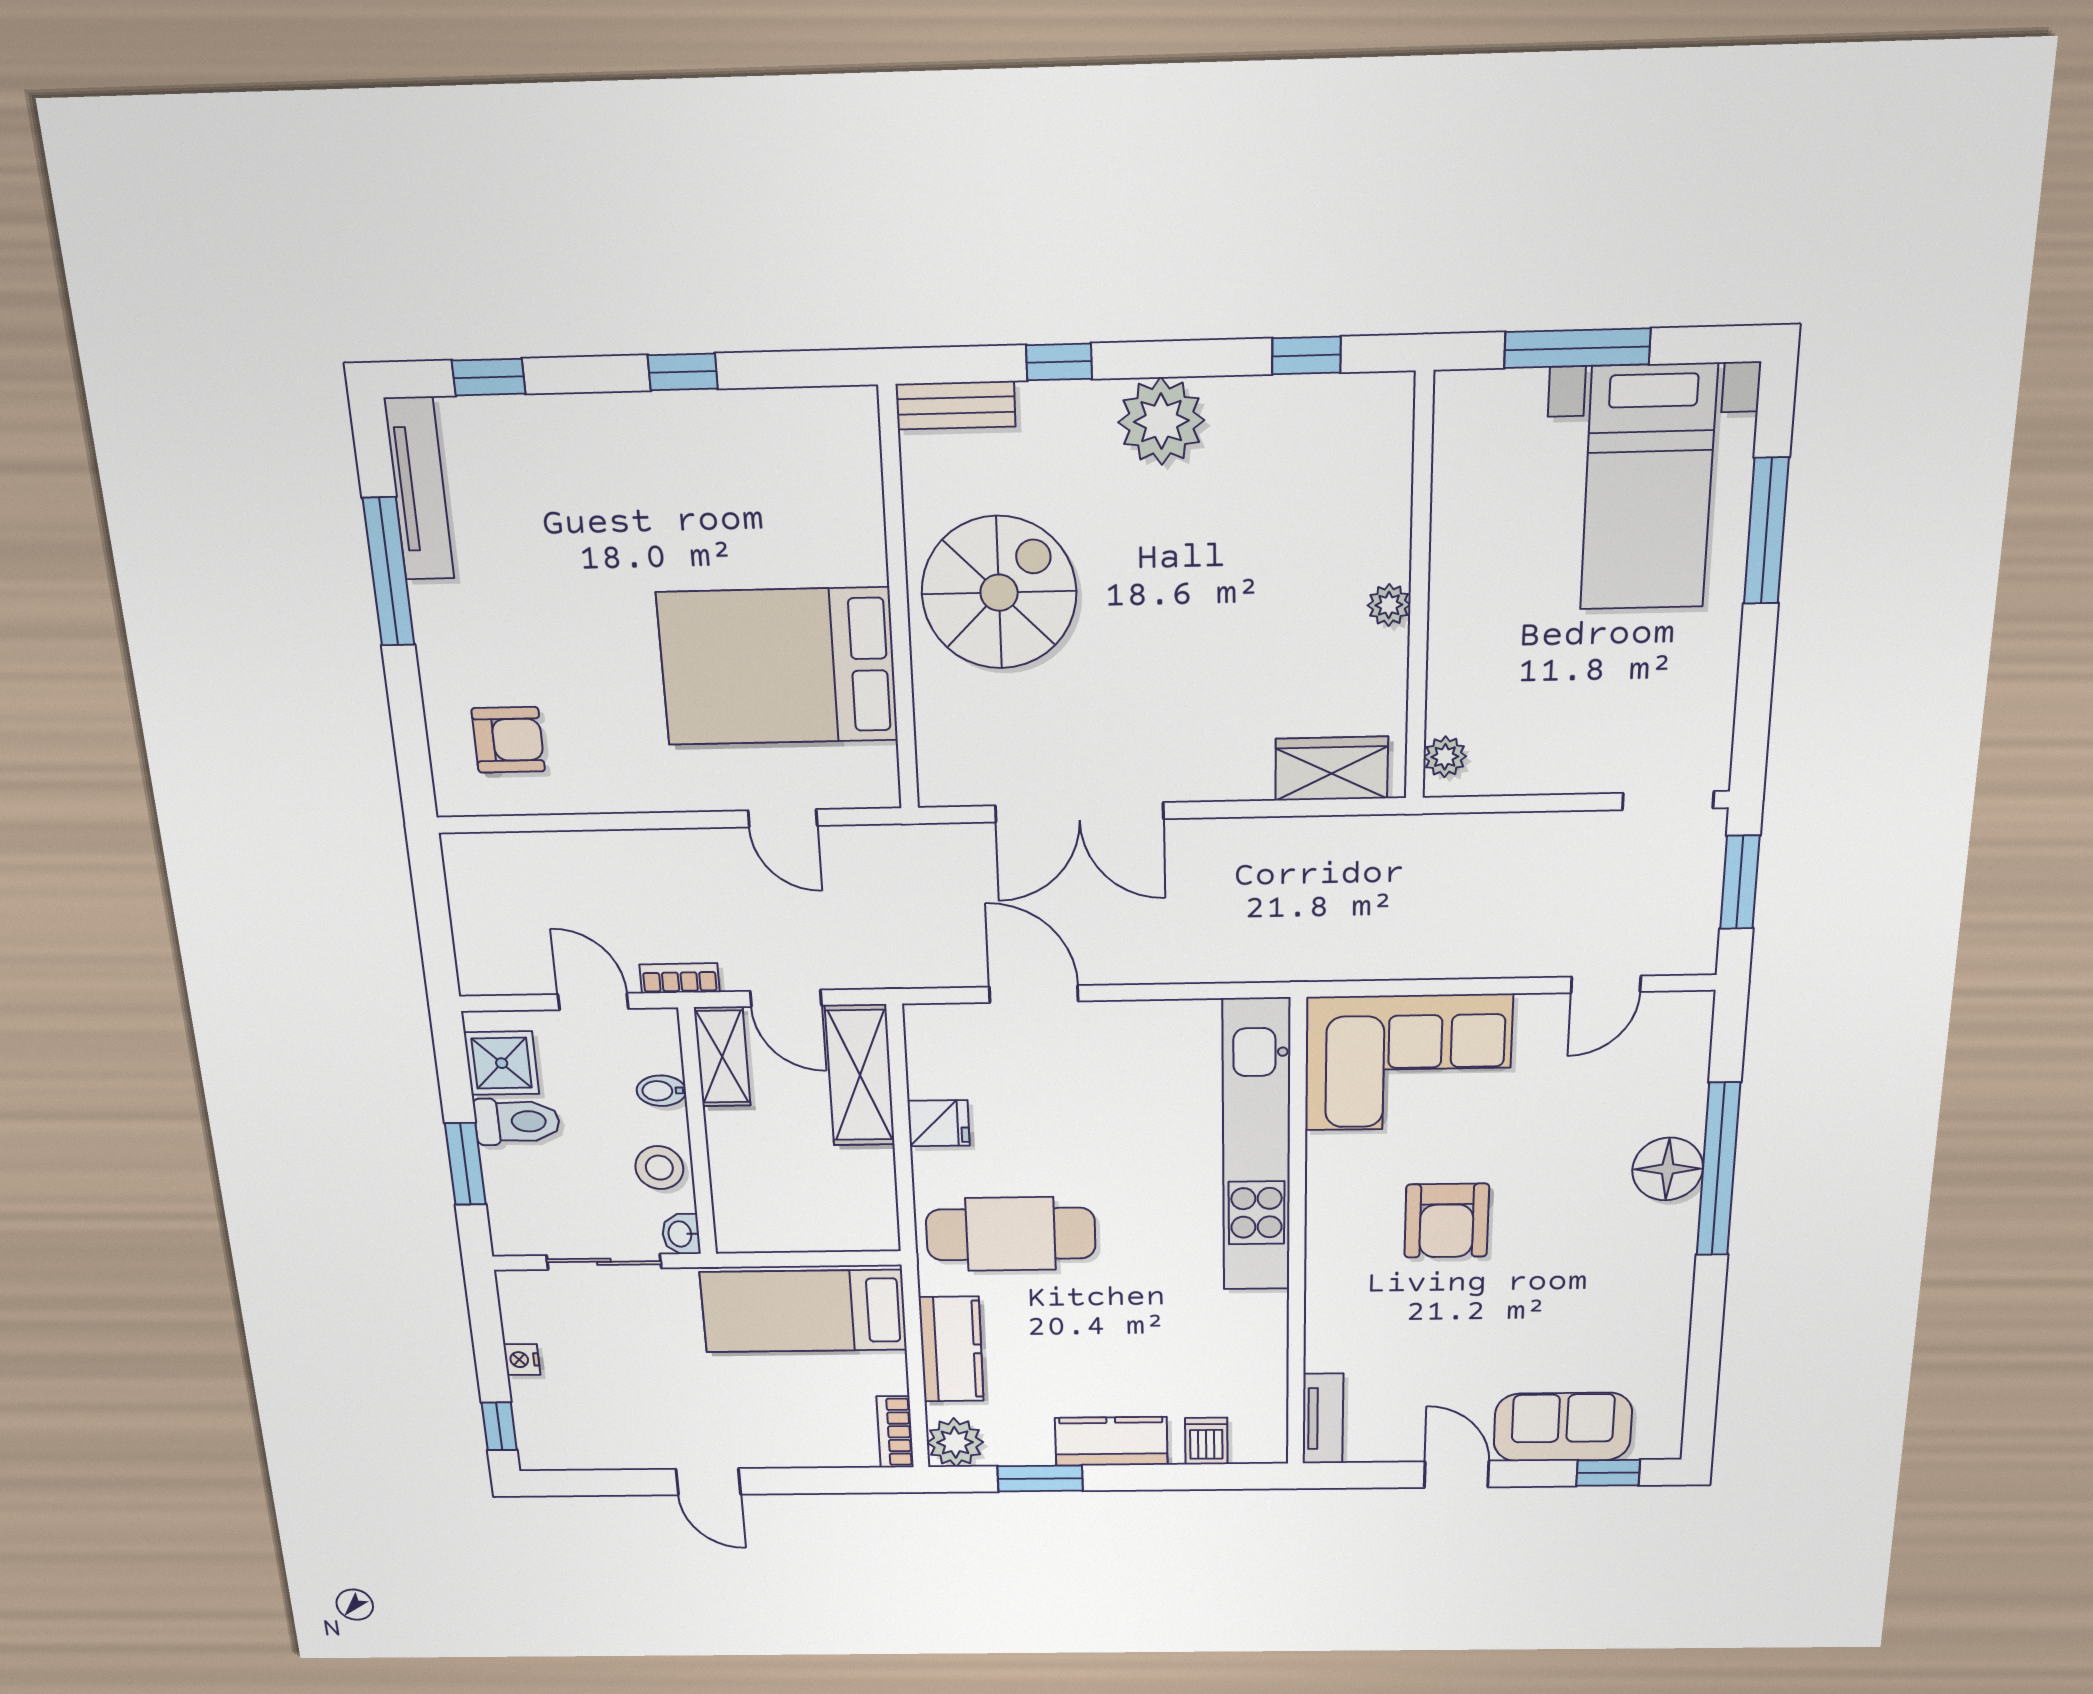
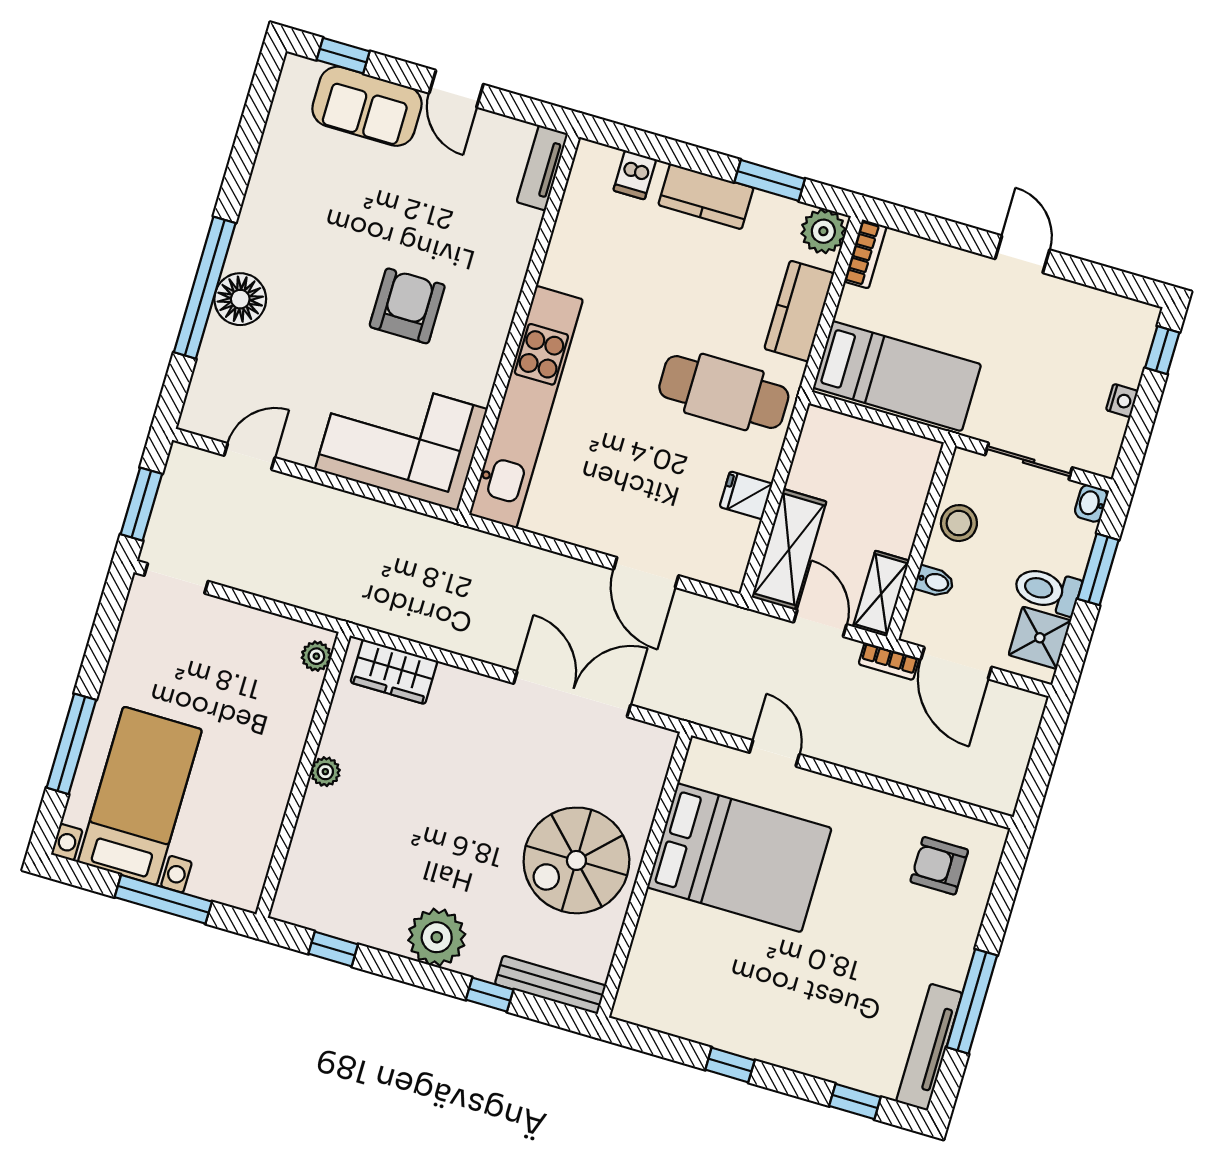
bench: (956, 405) -> (550, 985), width x1.36
door: (593, 1002) -> (956, 663), width x1.38
washbasin: (681, 1234) -> (1091, 503), moved, turned 180

